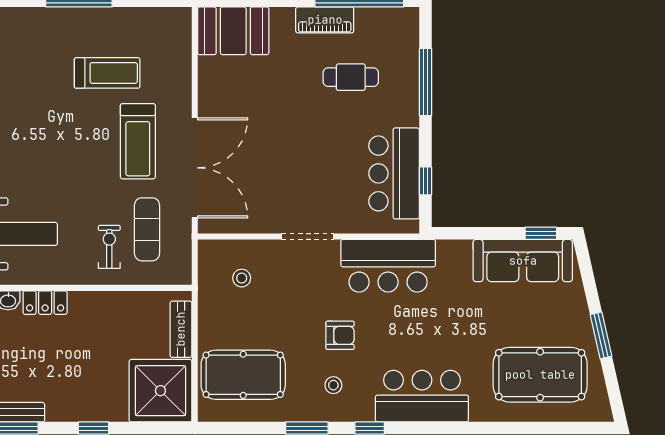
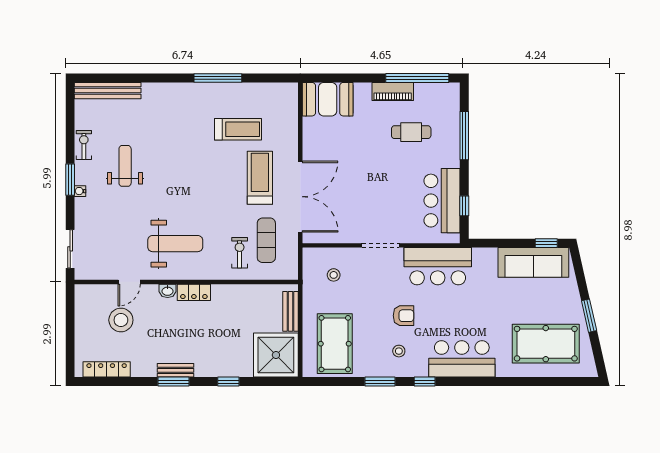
treadmill: (138, 141) -> (260, 178), turned 180
pool table: (243, 375) -> (335, 344), turned 90

